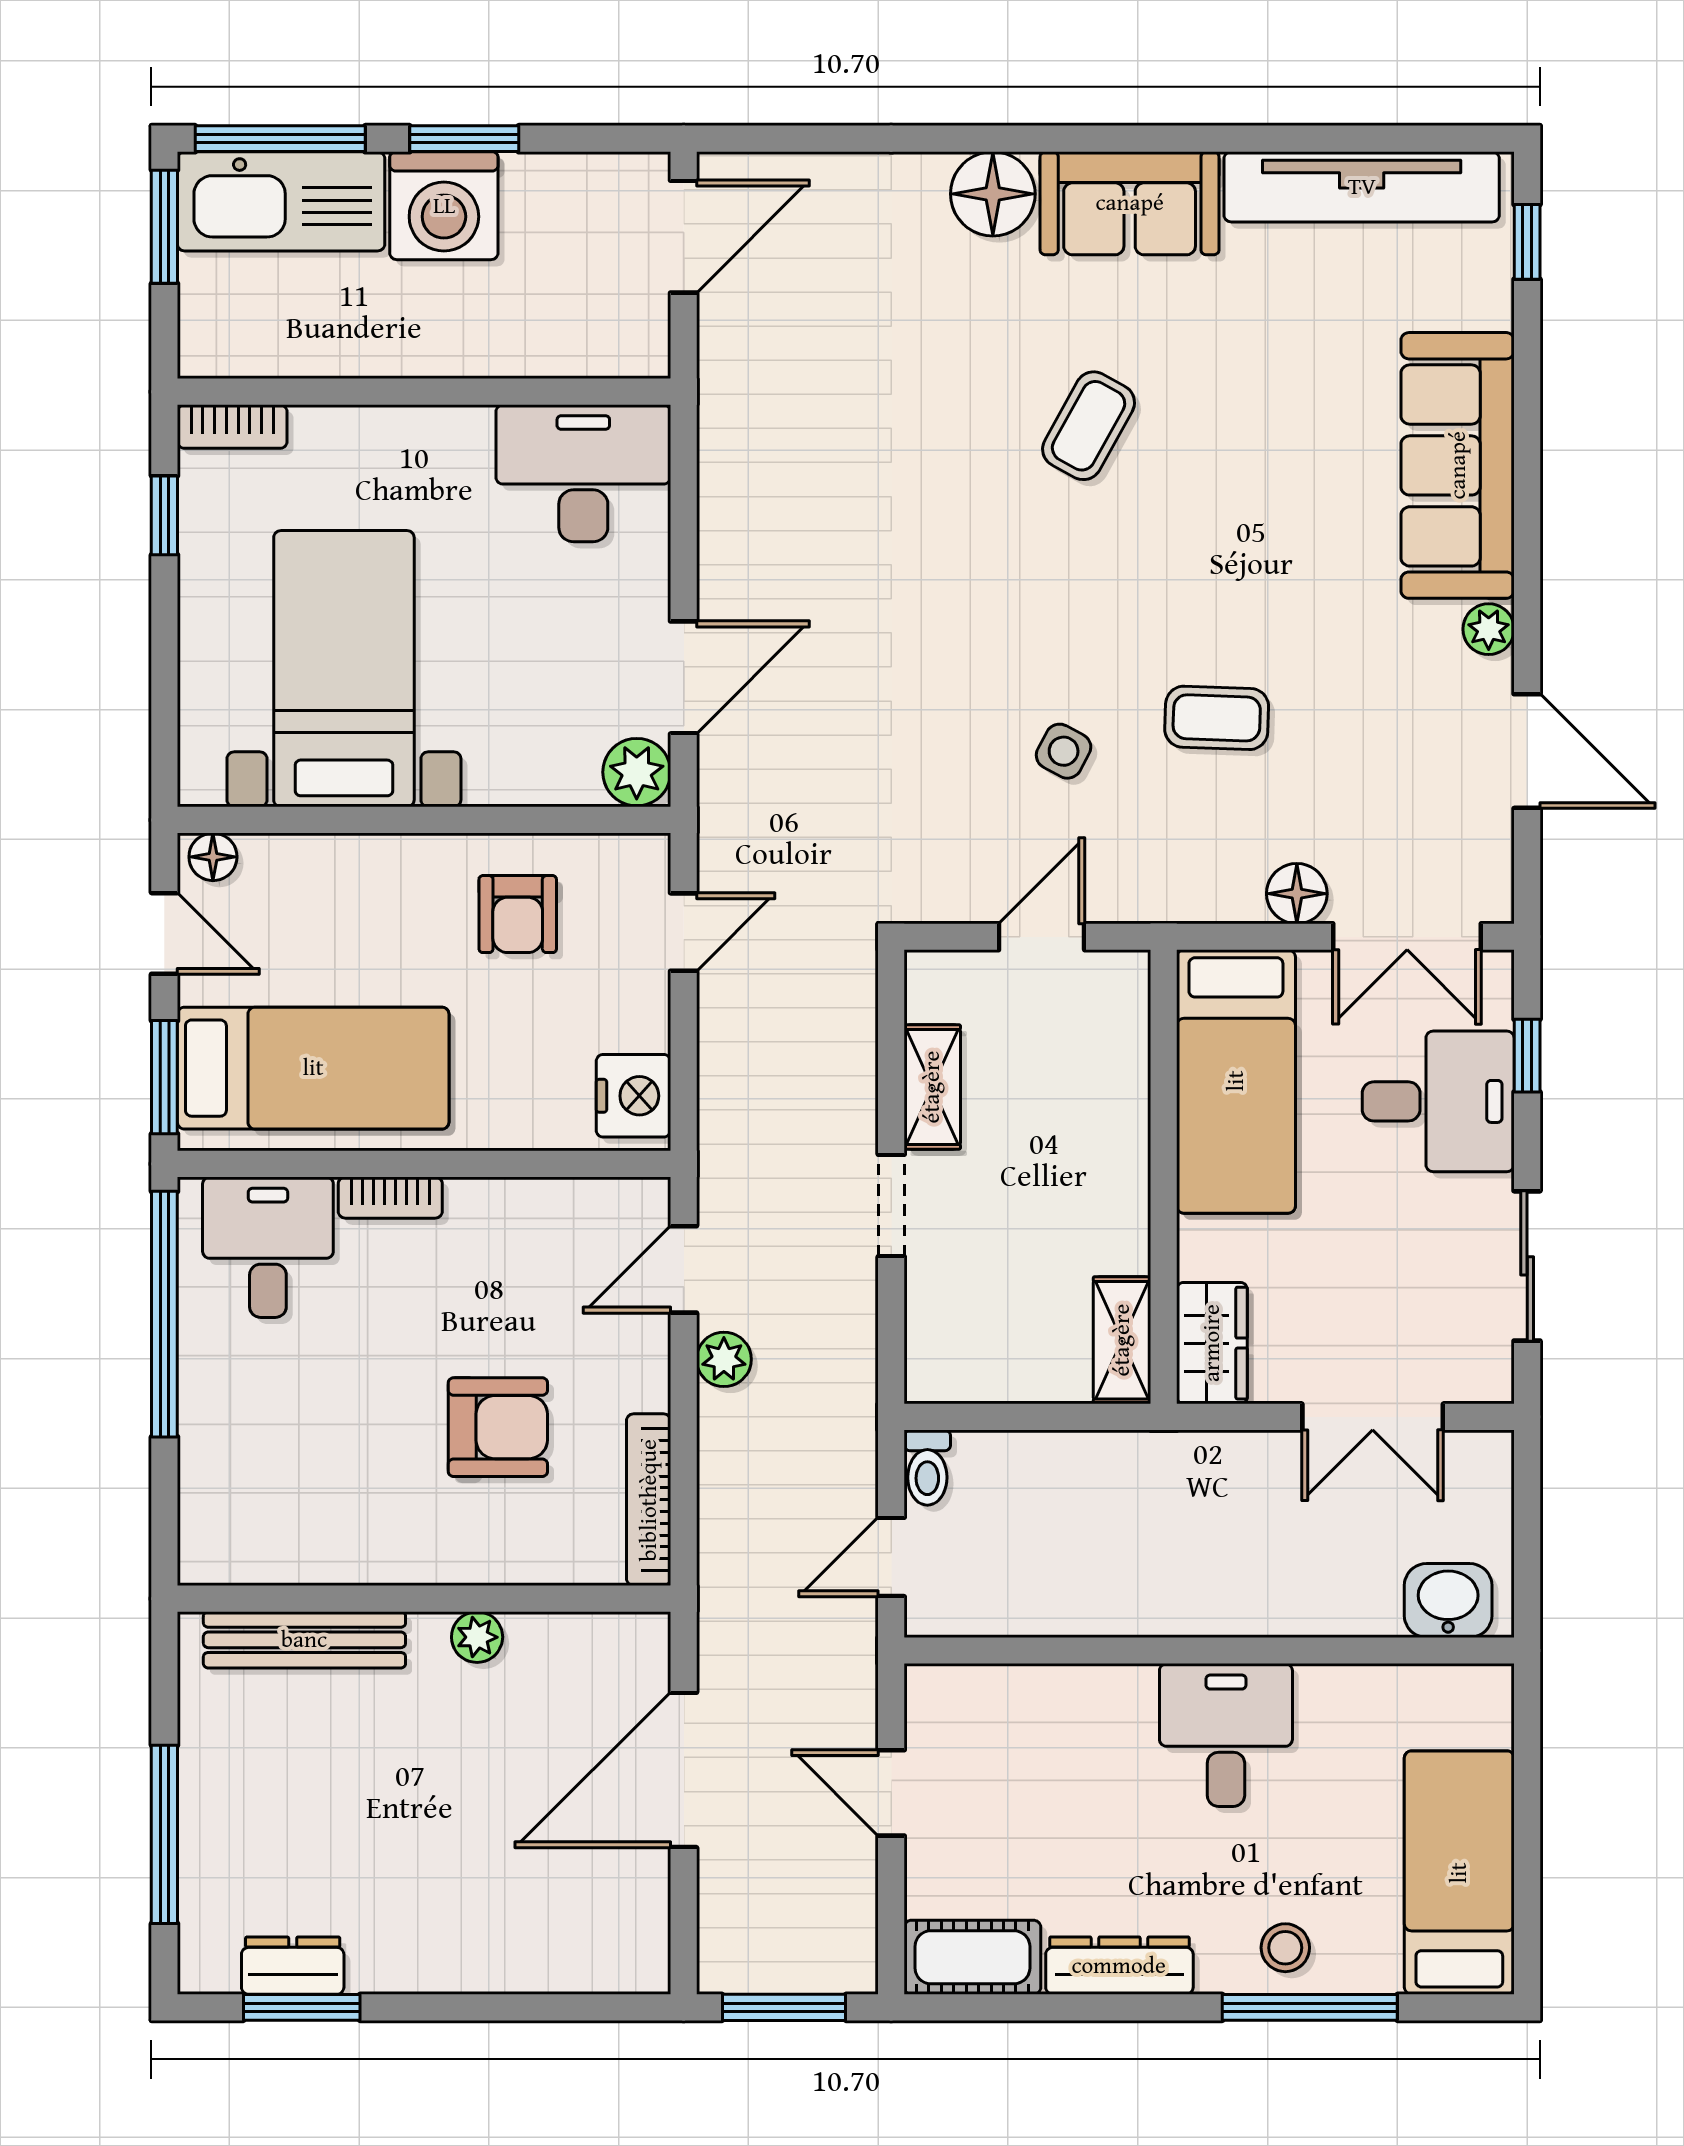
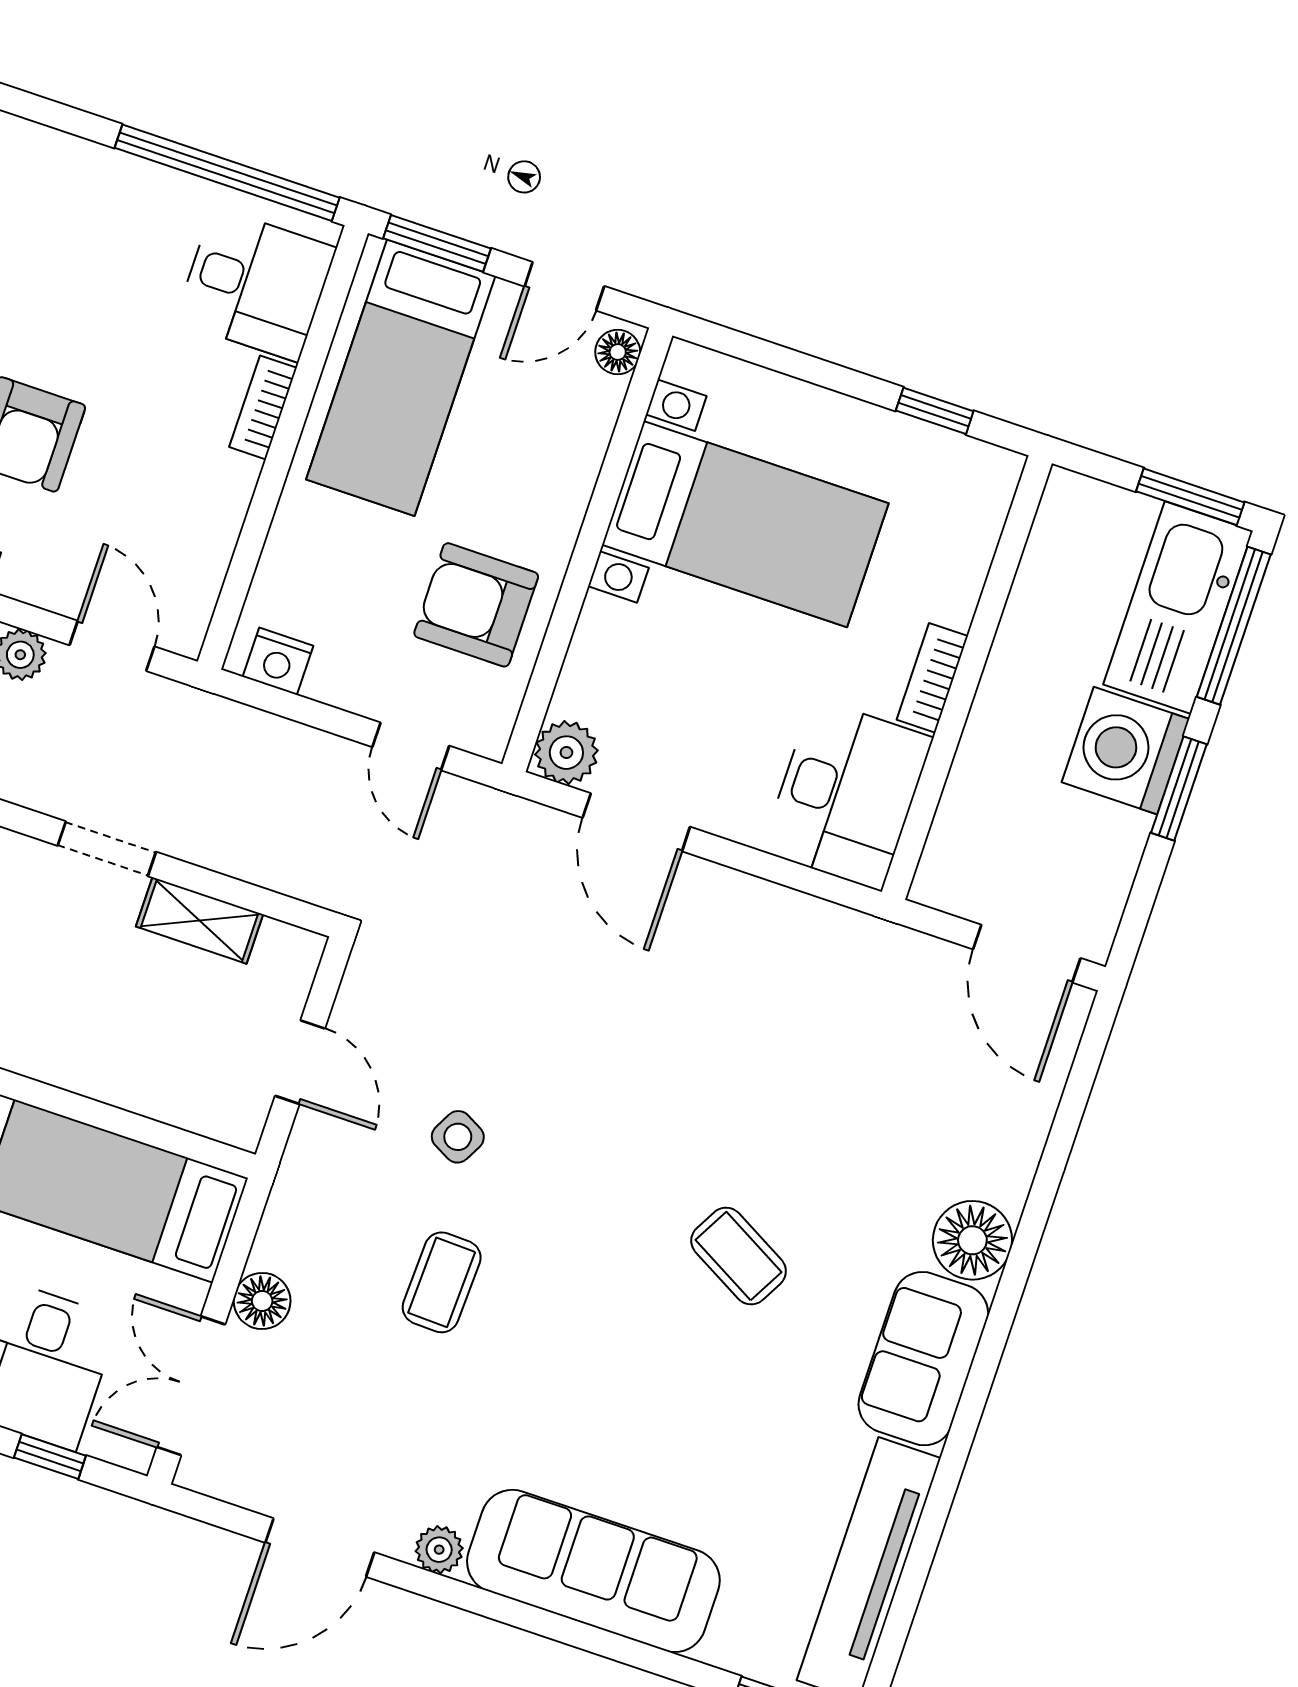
bookcase: (232, 427) -> (932, 678), moved
armchair: (518, 914) -> (476, 605), width x1.38, depth x1.38
nightstand: (633, 1096) -> (278, 661), width x0.74, depth x0.75

